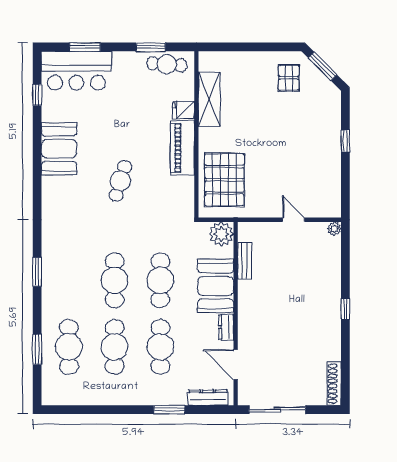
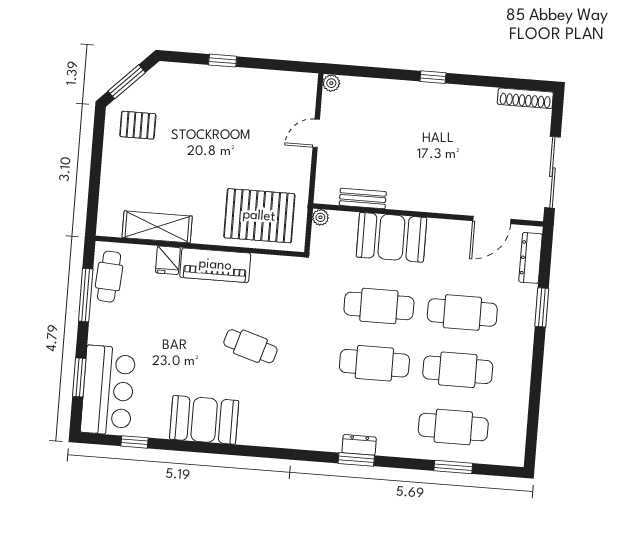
window: (151, 47) -> (86, 295), width x1.44
plant: (221, 234) -> (320, 217), width x0.53, depth x0.53
dresser: (226, 327) -> (359, 445), moved, turned 180

